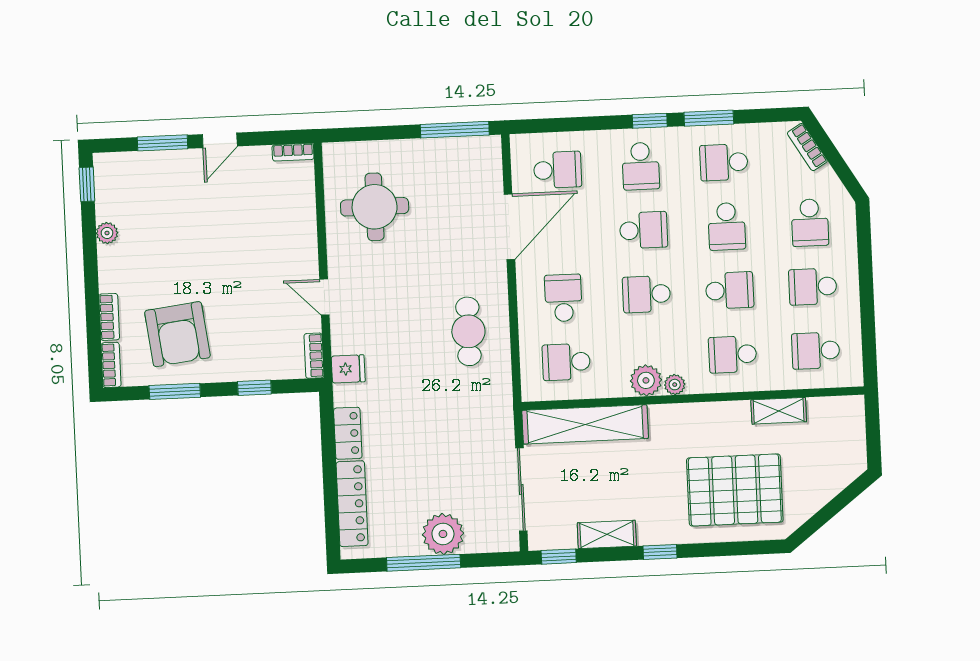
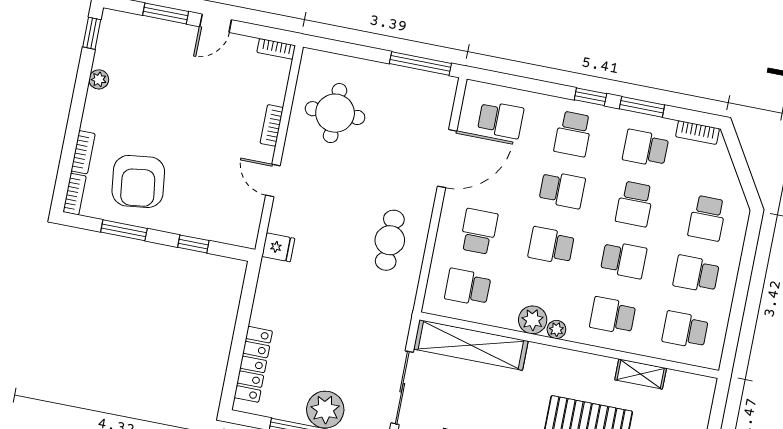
bookcase: (807, 147) -> (697, 132), moved, turned -59
bookcase: (314, 356) -> (272, 125), moved
locker: (348, 433) -> (264, 303), removed

